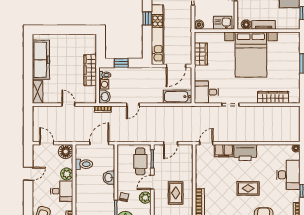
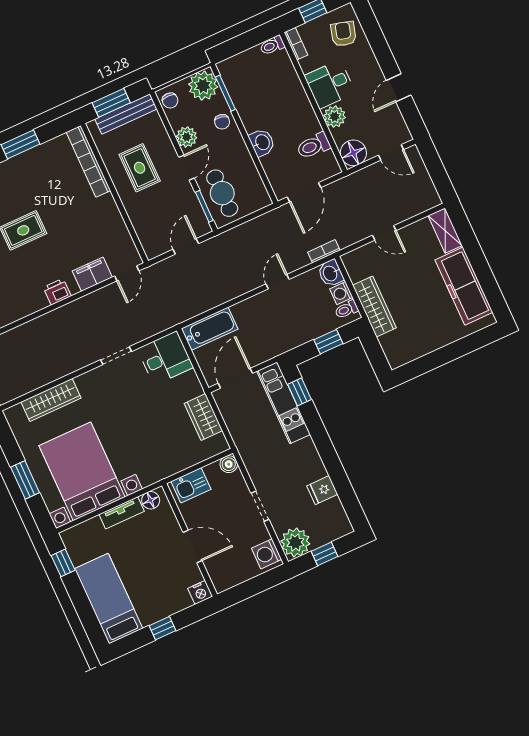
window: (147, 18) -> (300, 392), moved
kitchen unit: (158, 35) -> (284, 403), width x0.73
bed with nightstands: (251, 55) -> (82, 471), moved
printer: (245, 153) -> (57, 292), width x0.53, depth x0.68

